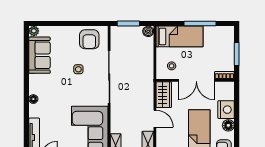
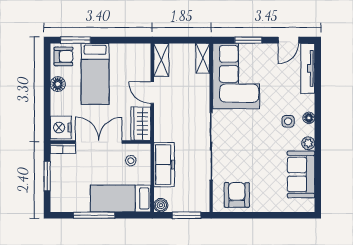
plant: (34, 31) -> (308, 143), moved
freezer: (146, 63) -> (164, 165), added
side table: (78, 69) -> (288, 121), moved
nightstand: (226, 110) -> (61, 128), moved

